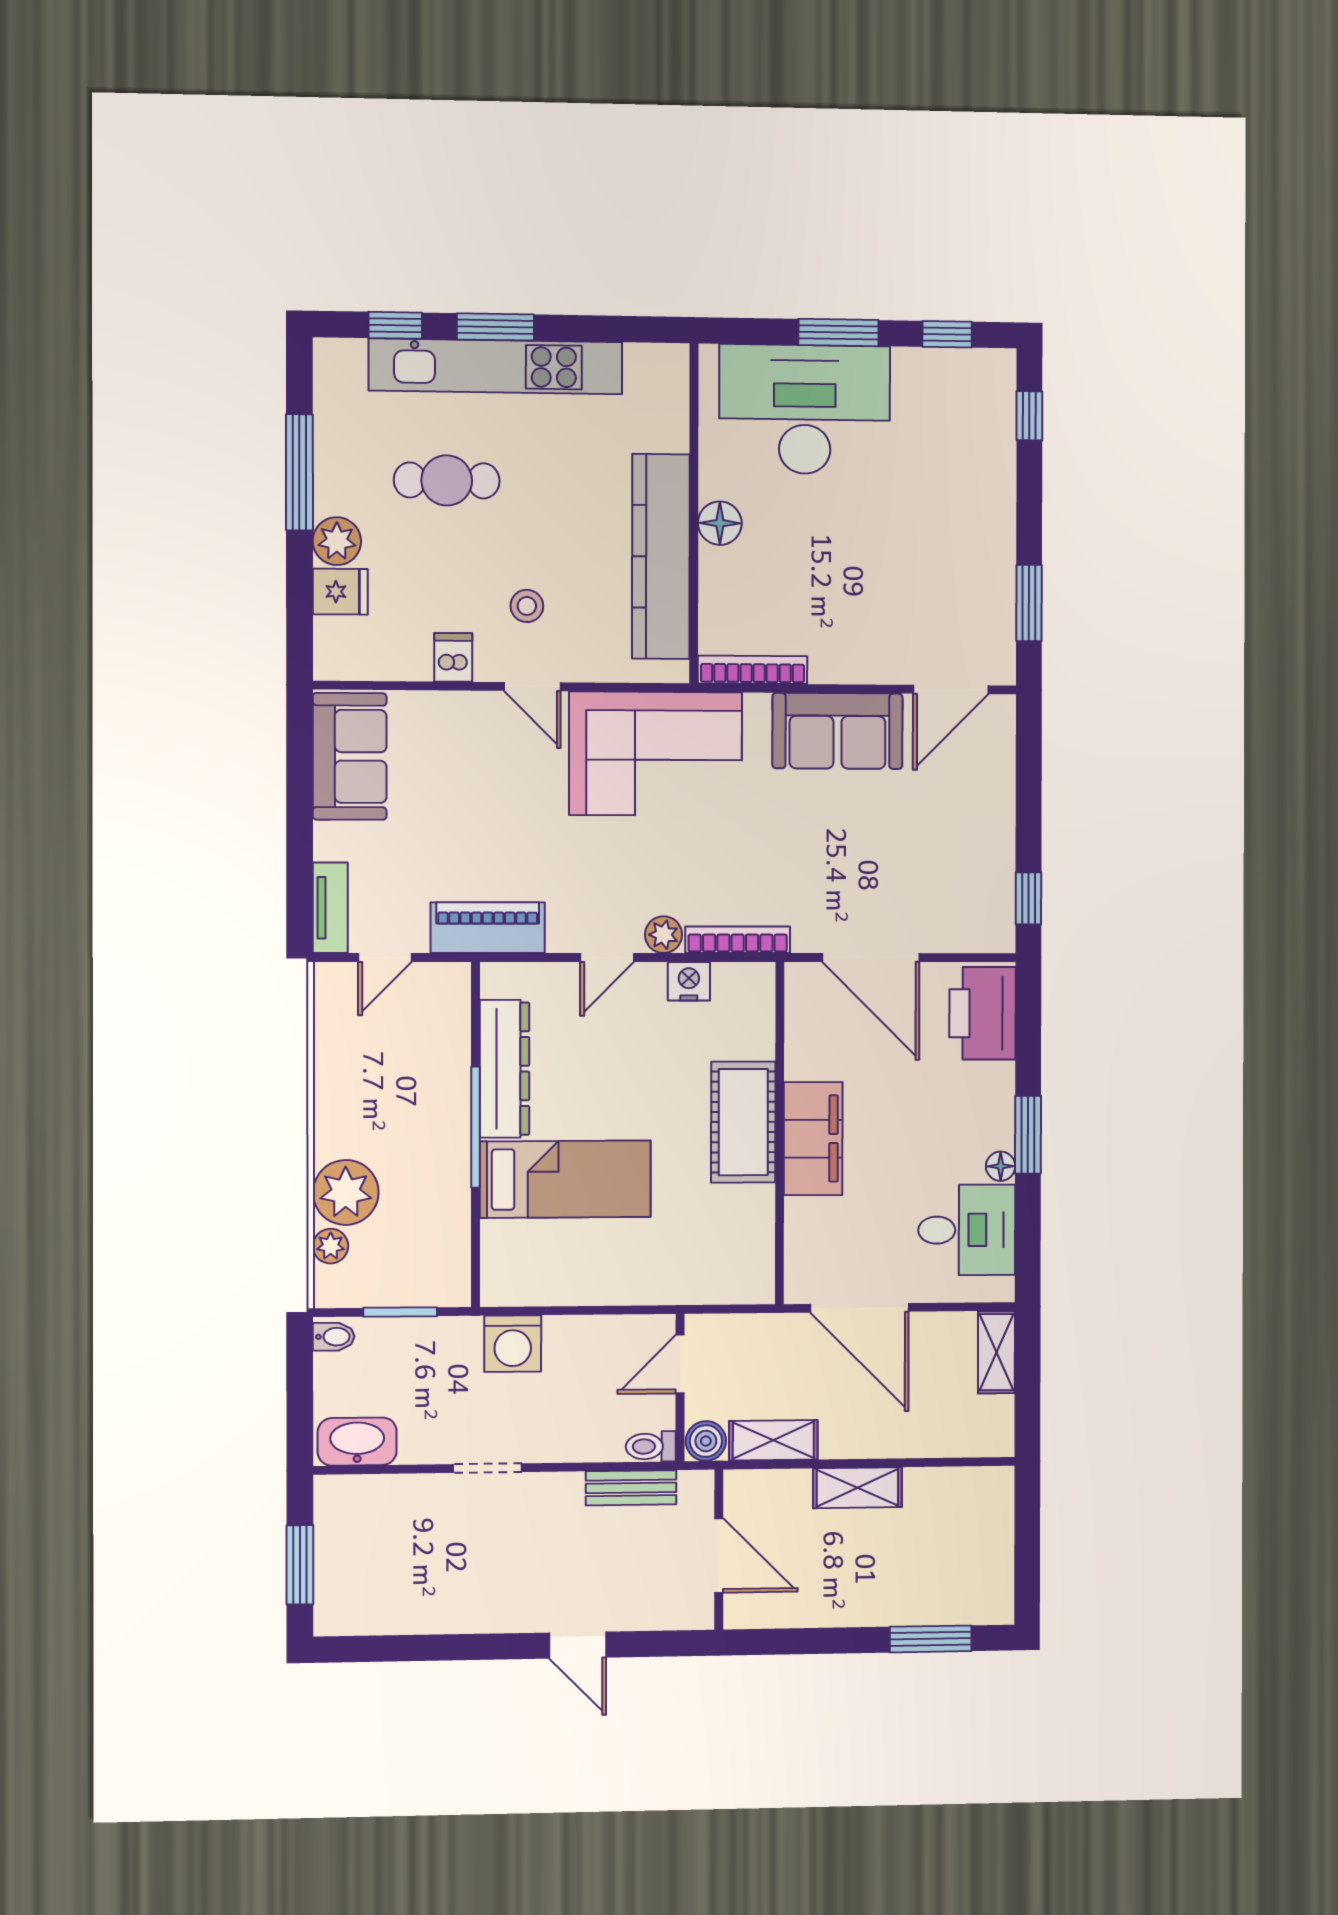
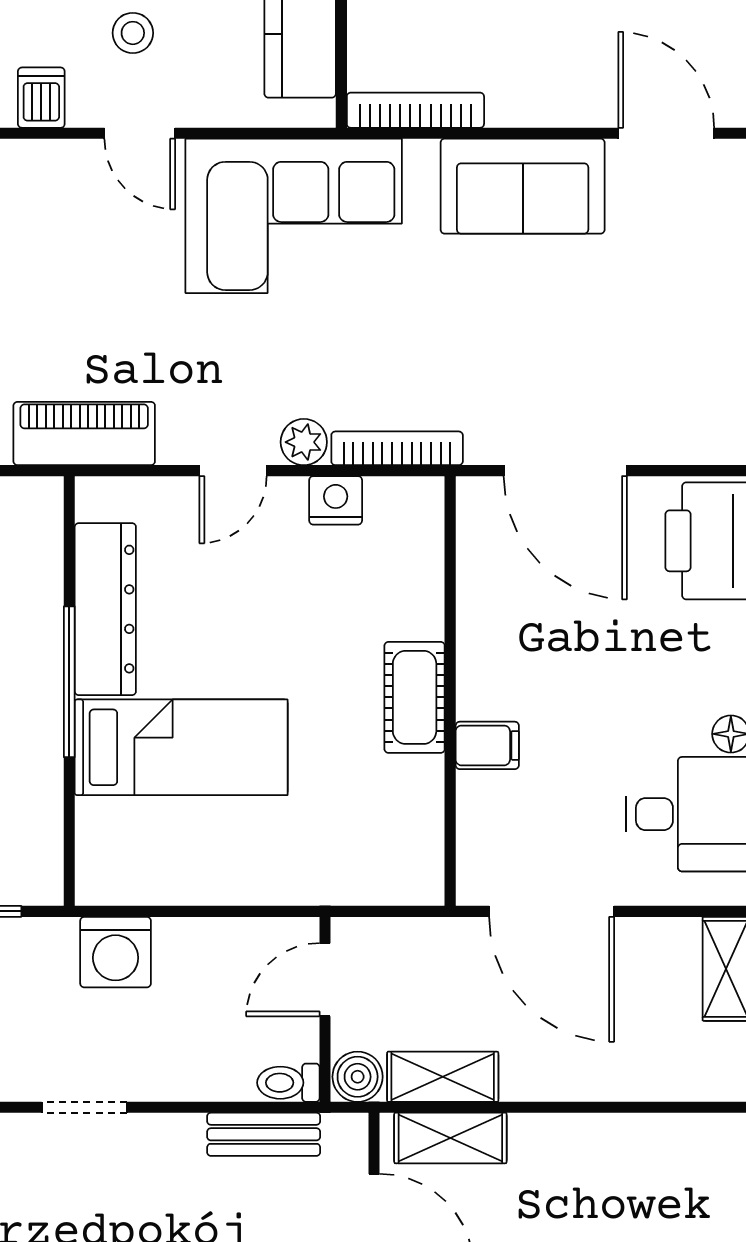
door: (951, 690) -> (666, 133), swing flipped
cot: (743, 1122) -> (415, 697), width x0.73, depth x0.75
filing cabinet: (813, 1139) -> (487, 745), width x0.33, depth x0.86
shelving: (857, 1488) -> (450, 1138), moved

